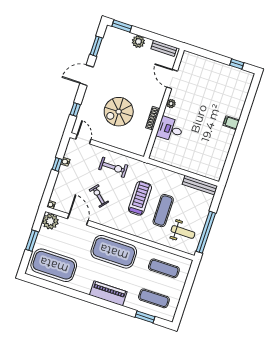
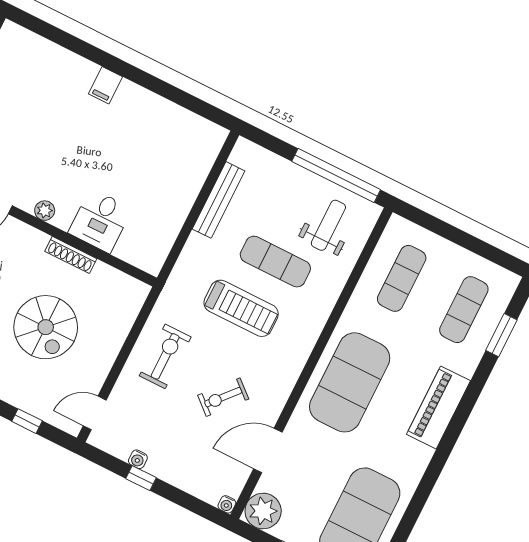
bench: (200, 185) -> (218, 200), moved
treadmill: (140, 198) -> (241, 308), turned 180

